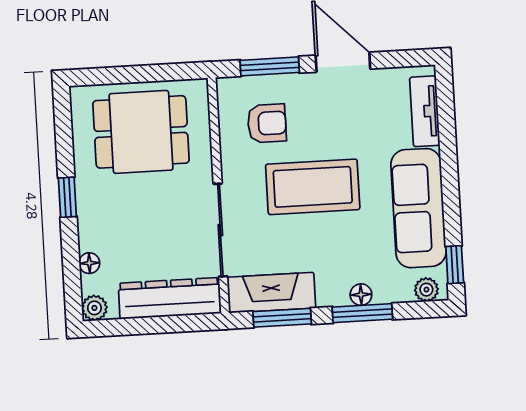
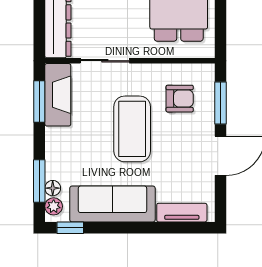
armchair: (267, 123) -> (180, 99), turned -90
sliding door: (220, 230) -> (105, 61), width x0.73
floor lamp: (361, 295) -> (53, 188), moved
window: (362, 313) -> (39, 181), moved

